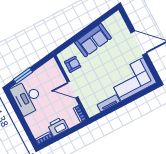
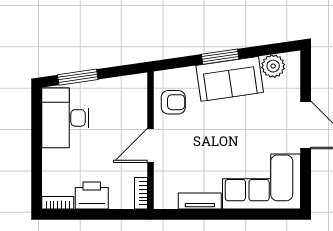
plant: (110, 24) -> (273, 66), added
window: (83, 32) -> (220, 57), added
door: (73, 90) -> (150, 145), hinge flipped

